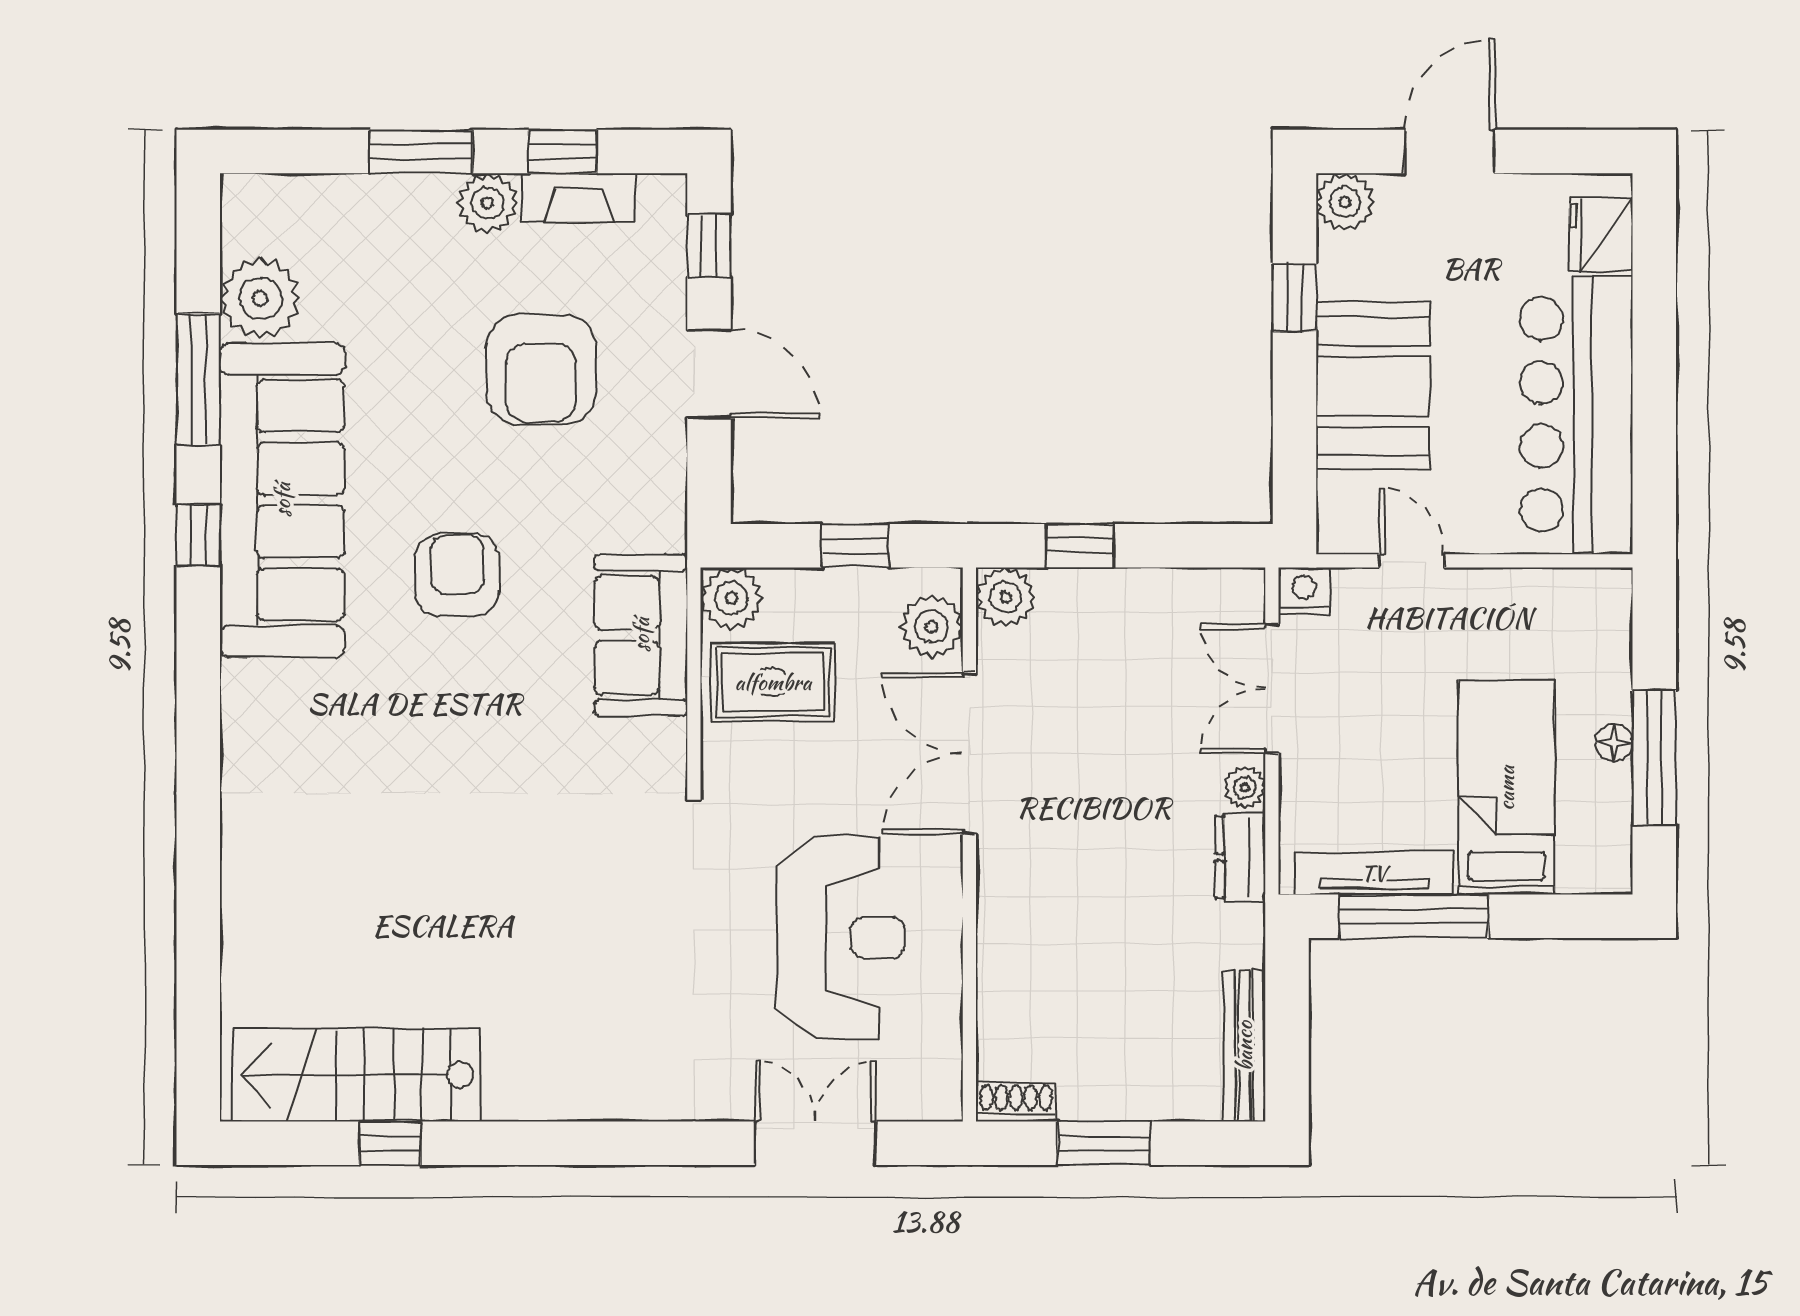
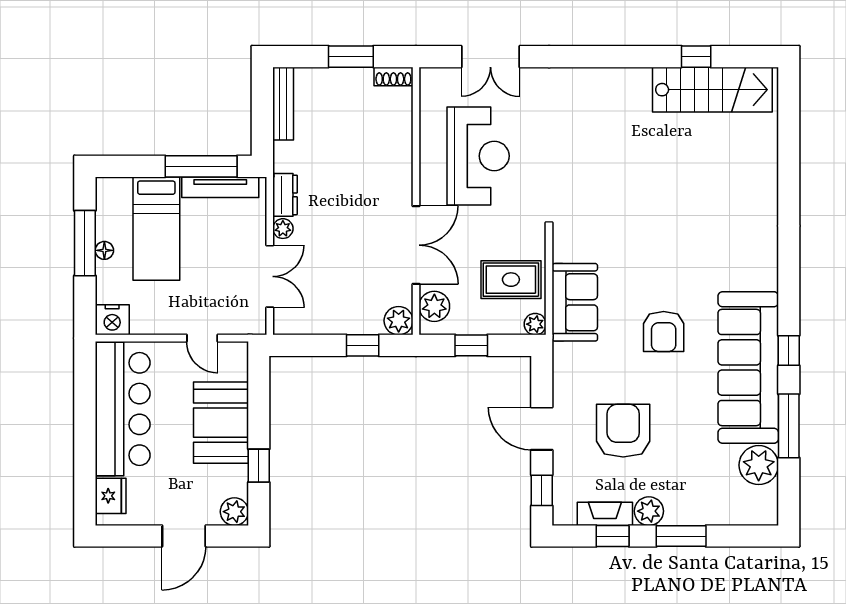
nightstand: (1304, 591) -> (112, 320), moved, width x1.36, depth x1.33
plant: (731, 598) -> (535, 324), width x0.73, depth x0.73
reception desk: (841, 938) -> (478, 156), turned 180

